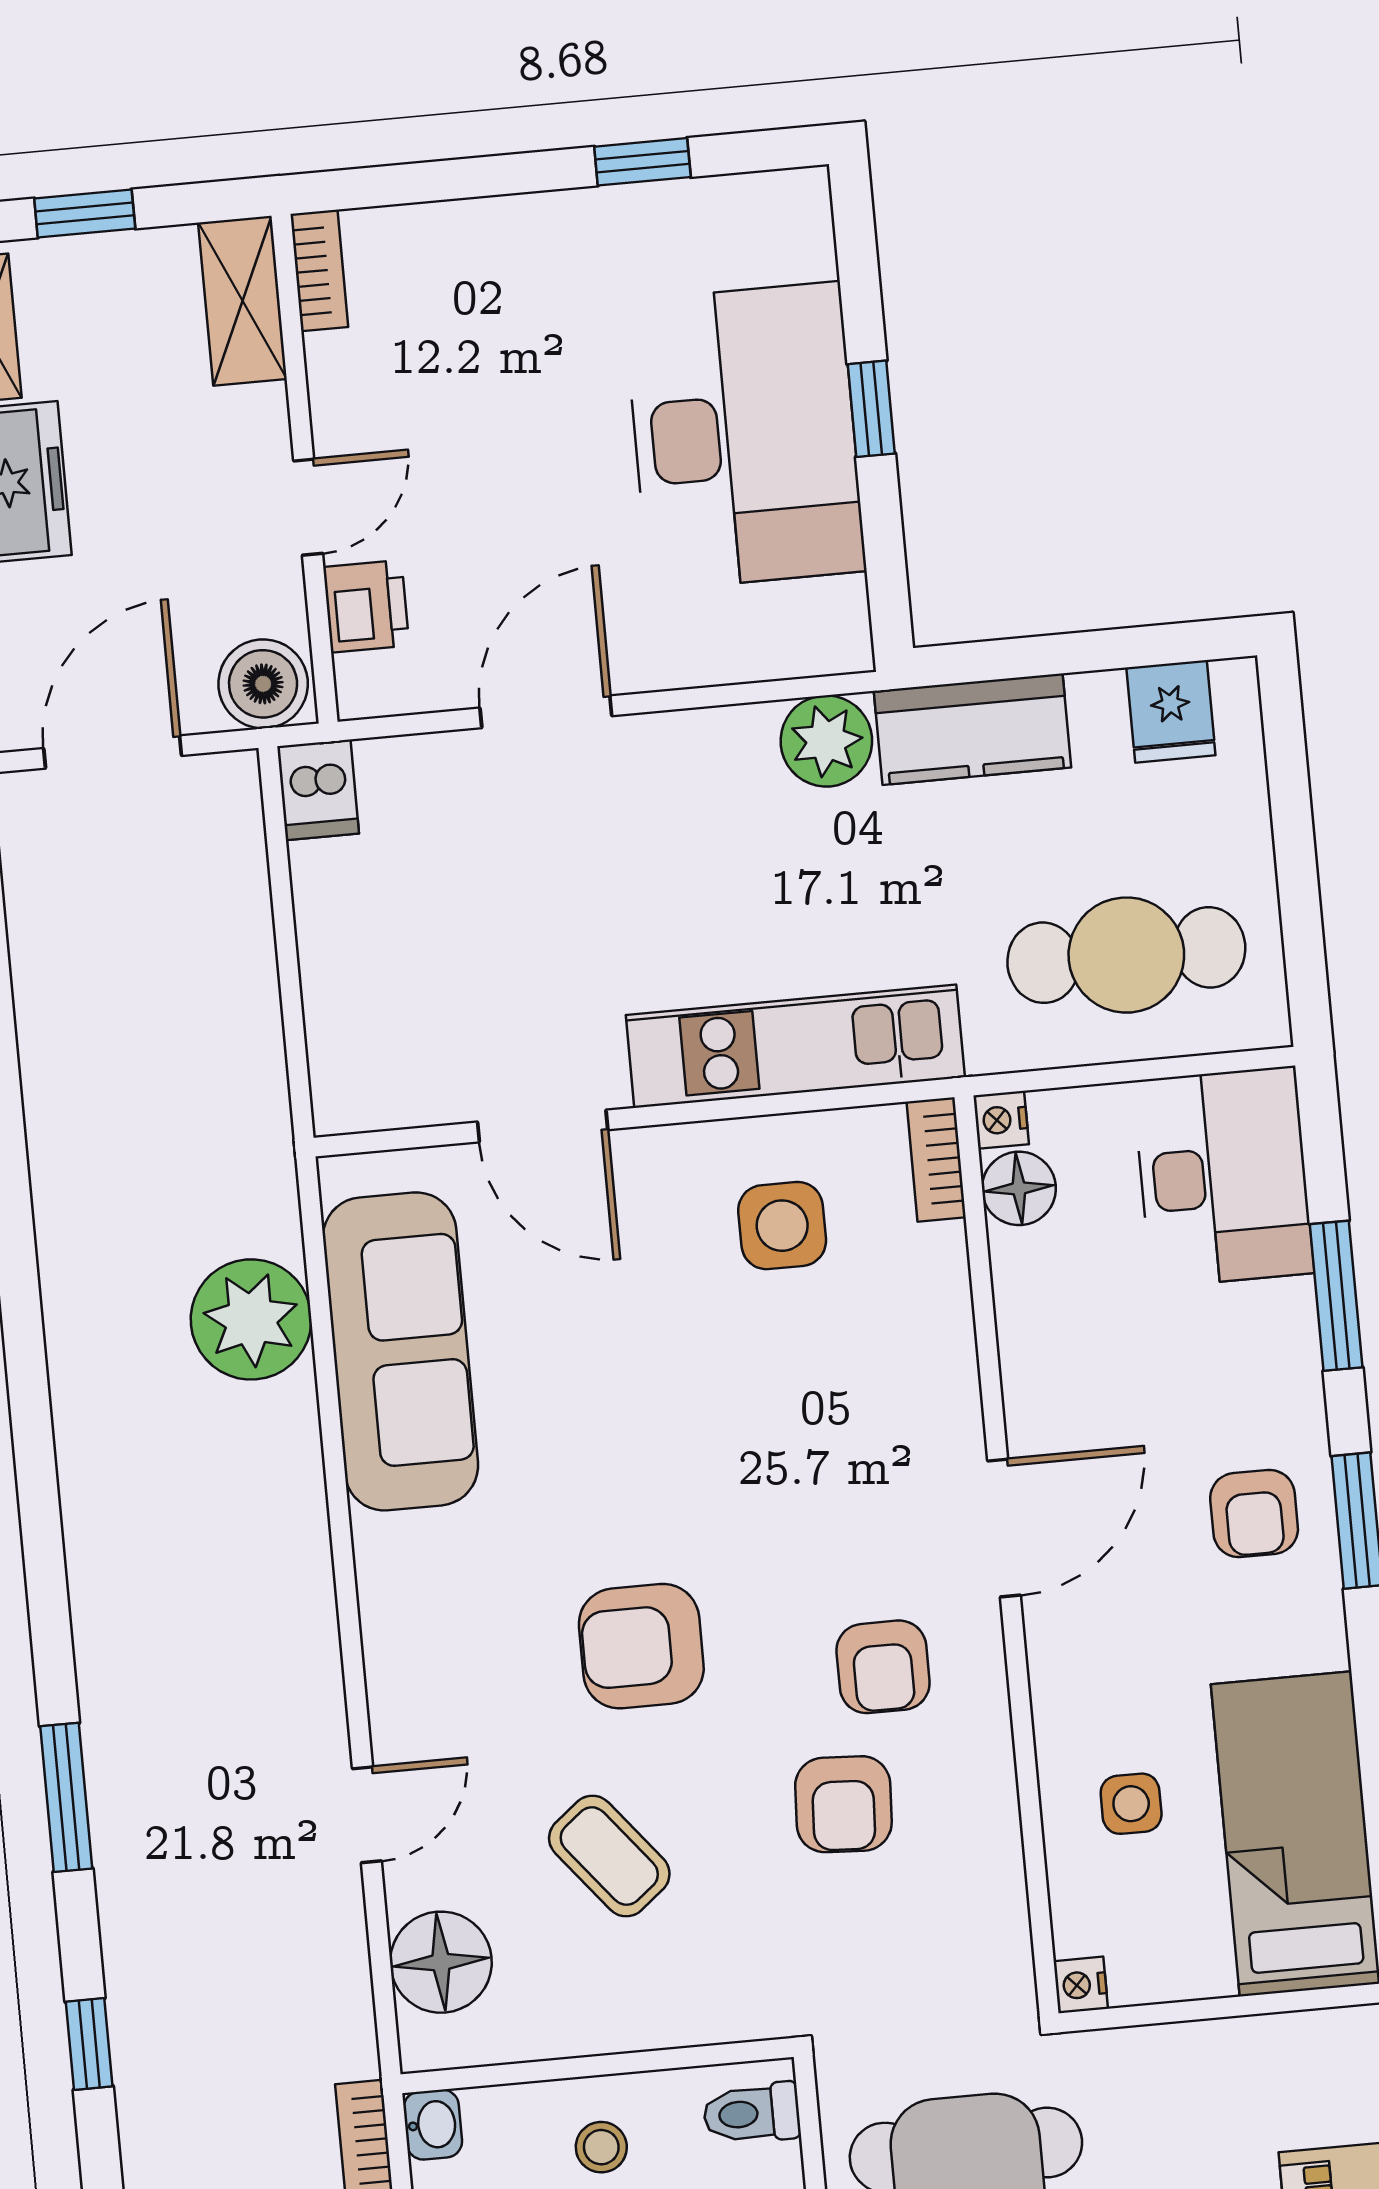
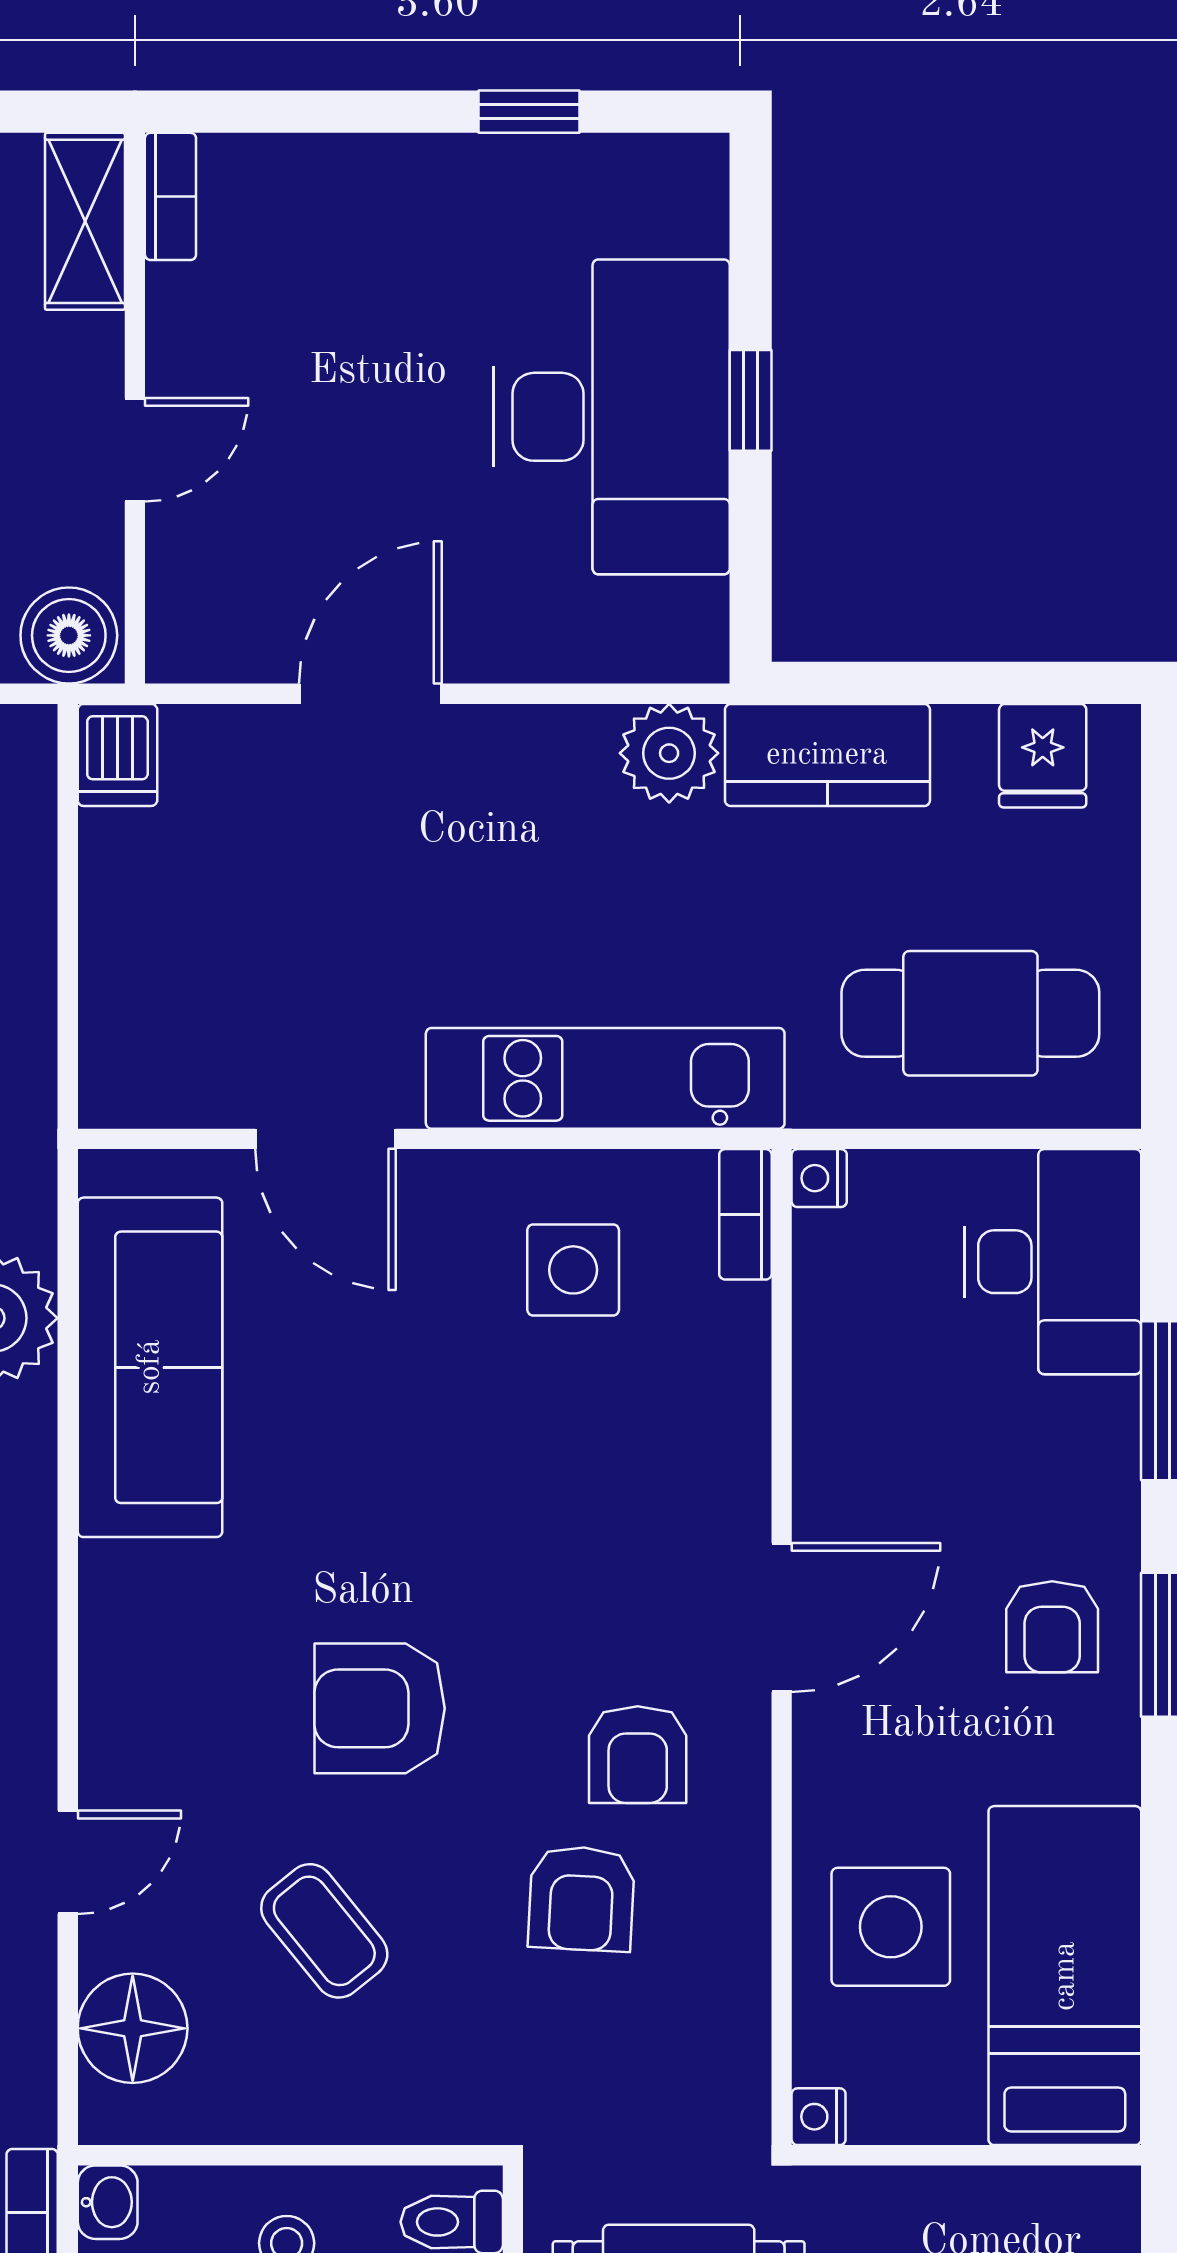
printer: (366, 606) -> (187, 562), removed
floor lamp: (1019, 1188) -> (832, 1254), removed
side table: (1131, 1804) -> (891, 1927), width x1.87, depth x1.87

